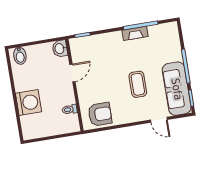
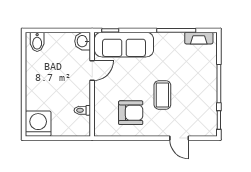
fireplace: (135, 33) -> (199, 38), moved
sofa: (177, 89) -> (124, 45), moved, turned -90
washing machine: (29, 102) -> (38, 124), moved, turned -90
armchair: (100, 114) -> (131, 113), moved

